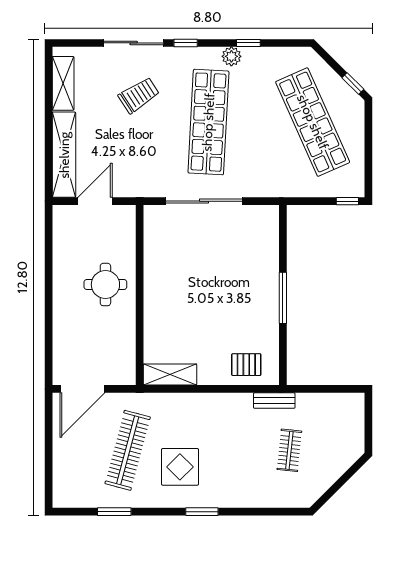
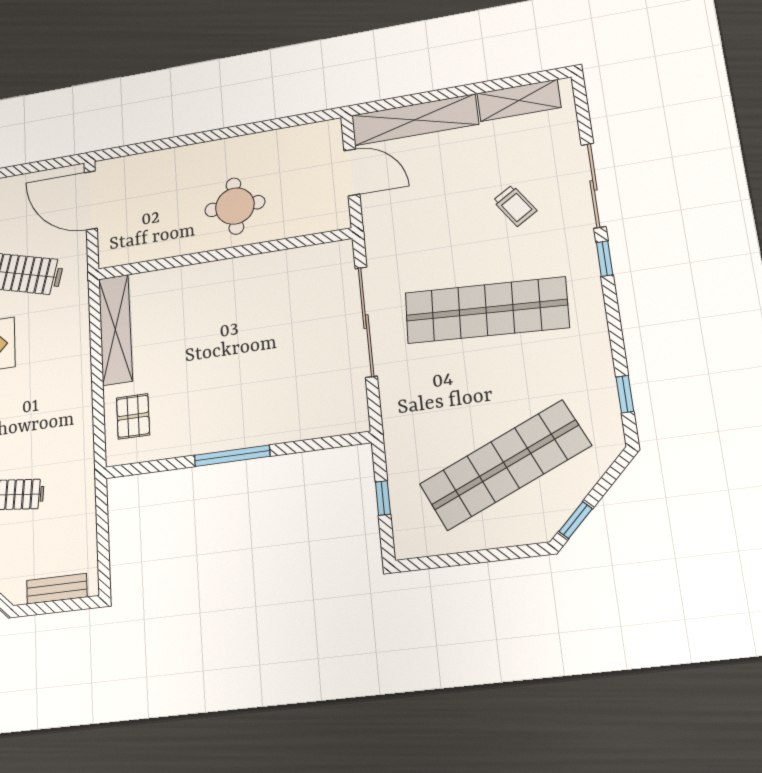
window: (248, 43) -> (625, 394), moved
plant: (231, 56) -> (593, 328), removed
trolley: (139, 95) -> (515, 206), width x0.73, depth x0.72
window: (347, 201) -> (383, 498), moved
shelving: (170, 375) -> (115, 330), width x1.47
bench: (274, 401) -> (57, 589), moved, turned 90

